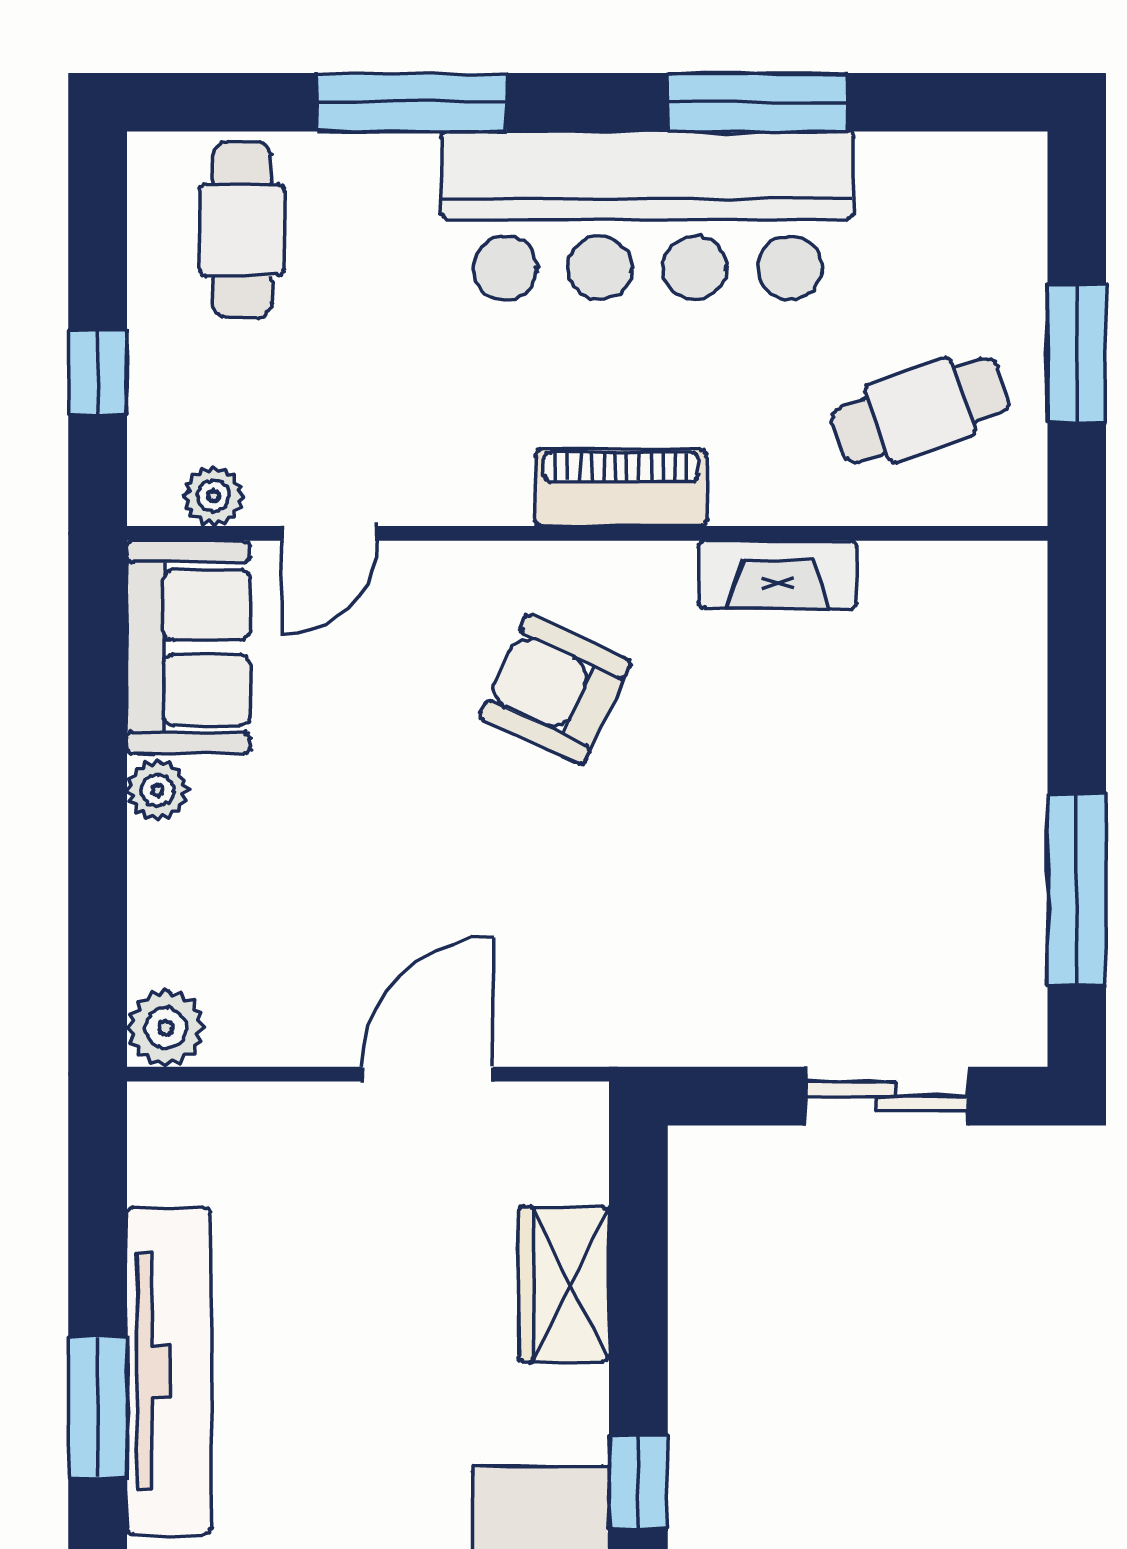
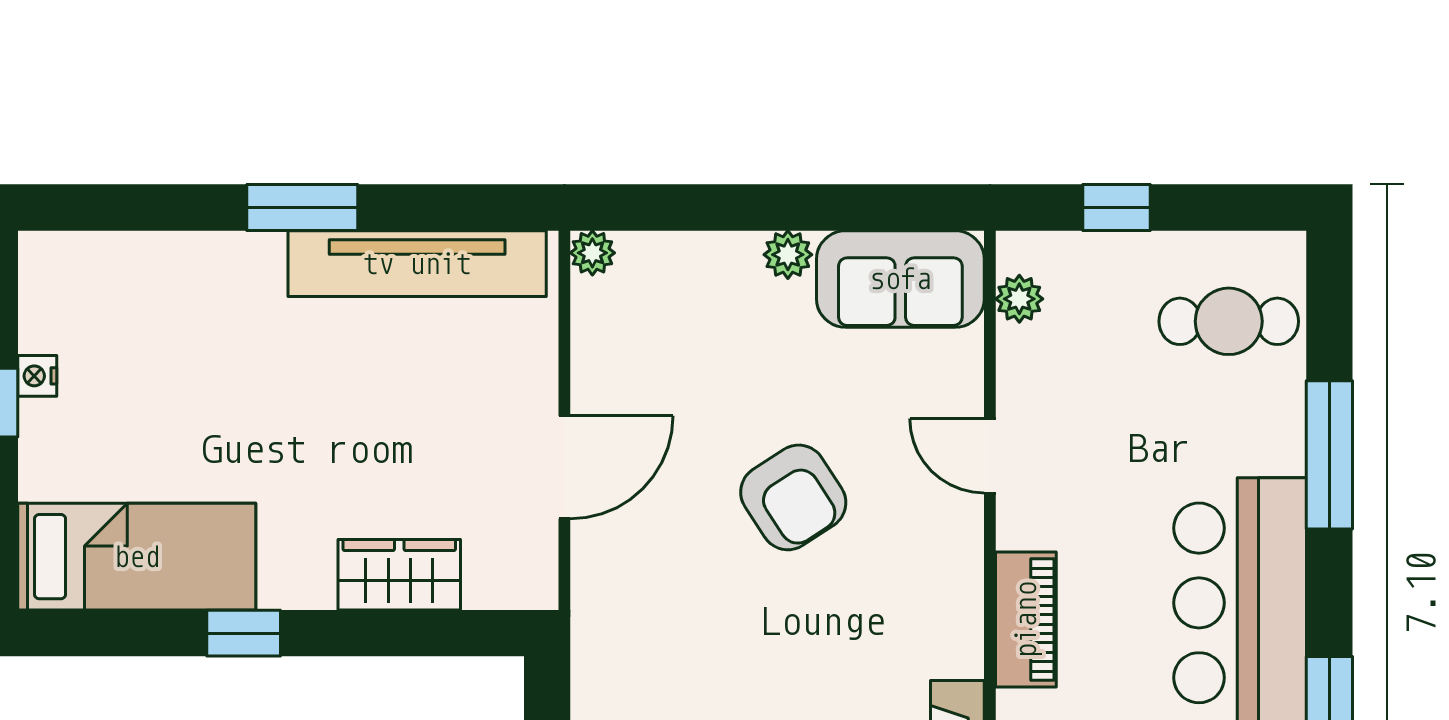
door: (329, 533) -> (990, 456), moved
armchair: (555, 689) -> (793, 497), moved, turned 122
plant: (166, 1028) -> (592, 253), width x0.73, depth x0.73
door: (428, 1074) -> (564, 467), hinge flipped
tv unit: (169, 1371) -> (417, 264), moved

